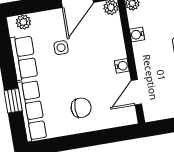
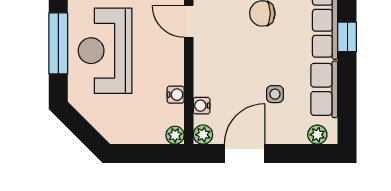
water cooler: (122, 66) -> (202, 106), moved
door: (136, 92) -> (189, 21), swing flipped

